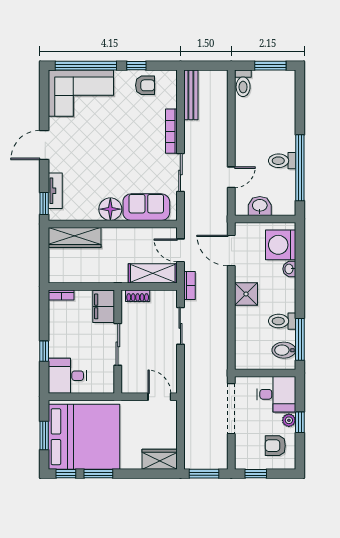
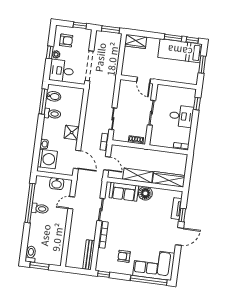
window: (136, 66) -> (104, 274), moved
toilet: (243, 83) -> (31, 254), moved
armchair: (145, 85) -> (124, 256), moved
window: (44, 204) -> (182, 215), moved
shelving: (153, 273) -> (138, 176), moved
filing cabinet: (104, 306) -> (157, 136), removed
window: (44, 351) -> (197, 104), moved
desk: (67, 376) -> (181, 116), moved
door: (159, 397) -> (144, 80), moved
bed: (84, 437) -> (180, 51), width x0.49

